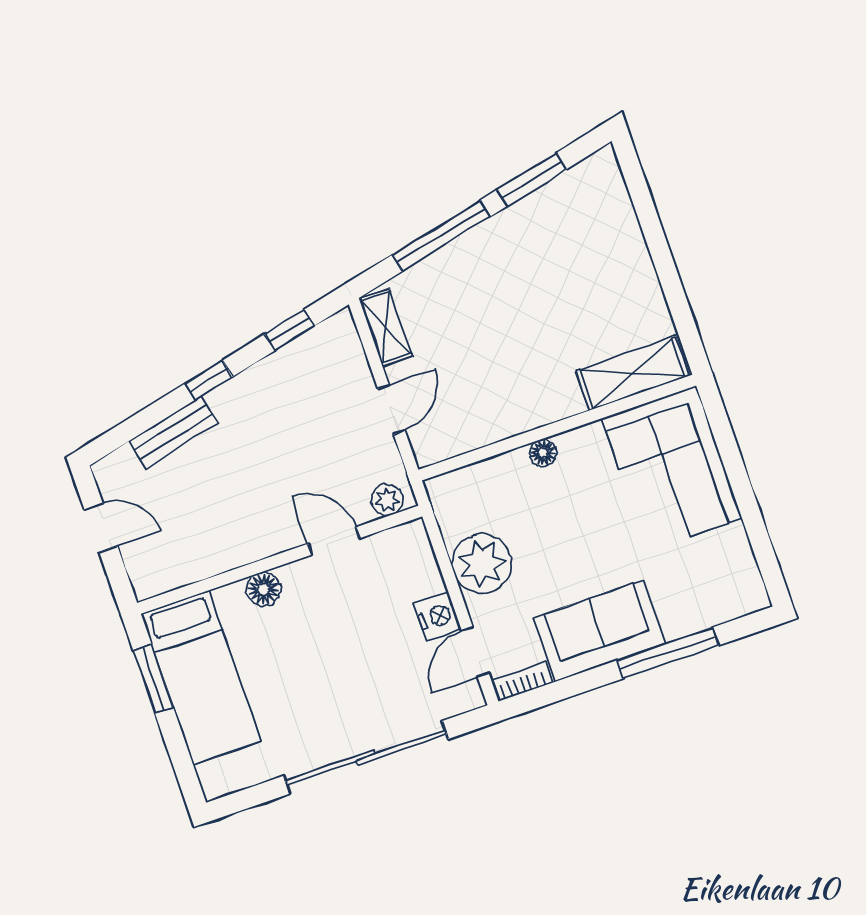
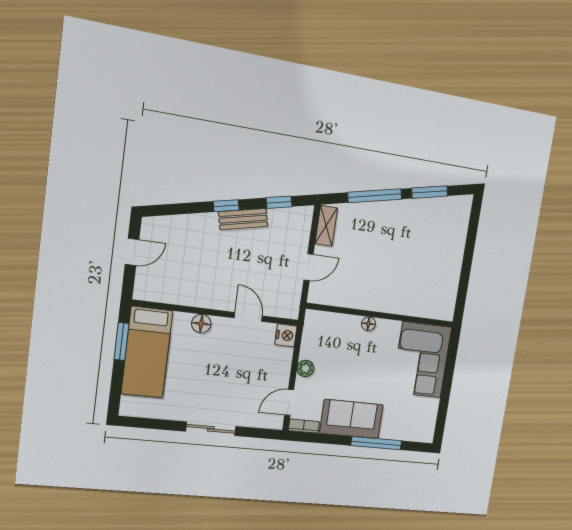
shelving: (632, 373) -> (427, 307), removed
bench: (174, 432) -> (243, 219), moved
plant: (387, 500) -> (284, 310), removed
door: (101, 528) -> (132, 252), hinge flipped
plant: (482, 563) -> (305, 368), width x0.53, depth x0.53
nightstand: (437, 616) -> (286, 335), moved
sliding door: (366, 757) -> (211, 429), width x0.54

